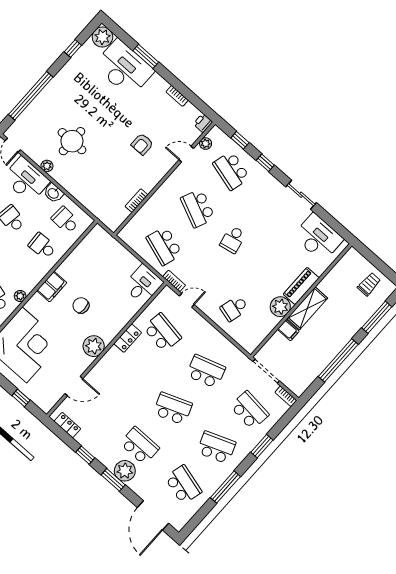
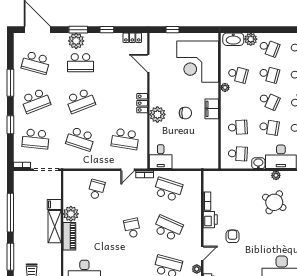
round table: (72, 141) -> (274, 202), turned 31
printer: (149, 180) -> (210, 220), added
locker: (128, 338) -> (142, 103), moved
plant: (94, 346) -> (157, 114), moved
school desk: (206, 371) -> (80, 139), turned 36
door: (74, 386) -> (148, 63), hinge flipped

